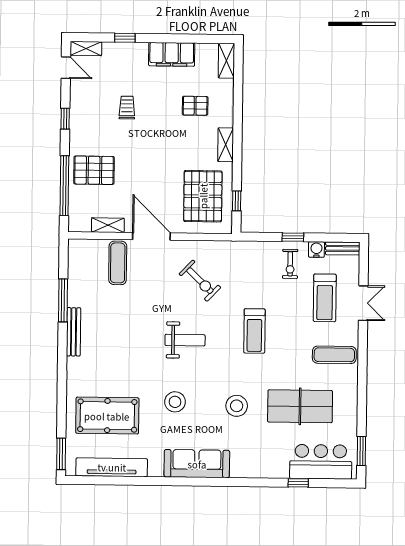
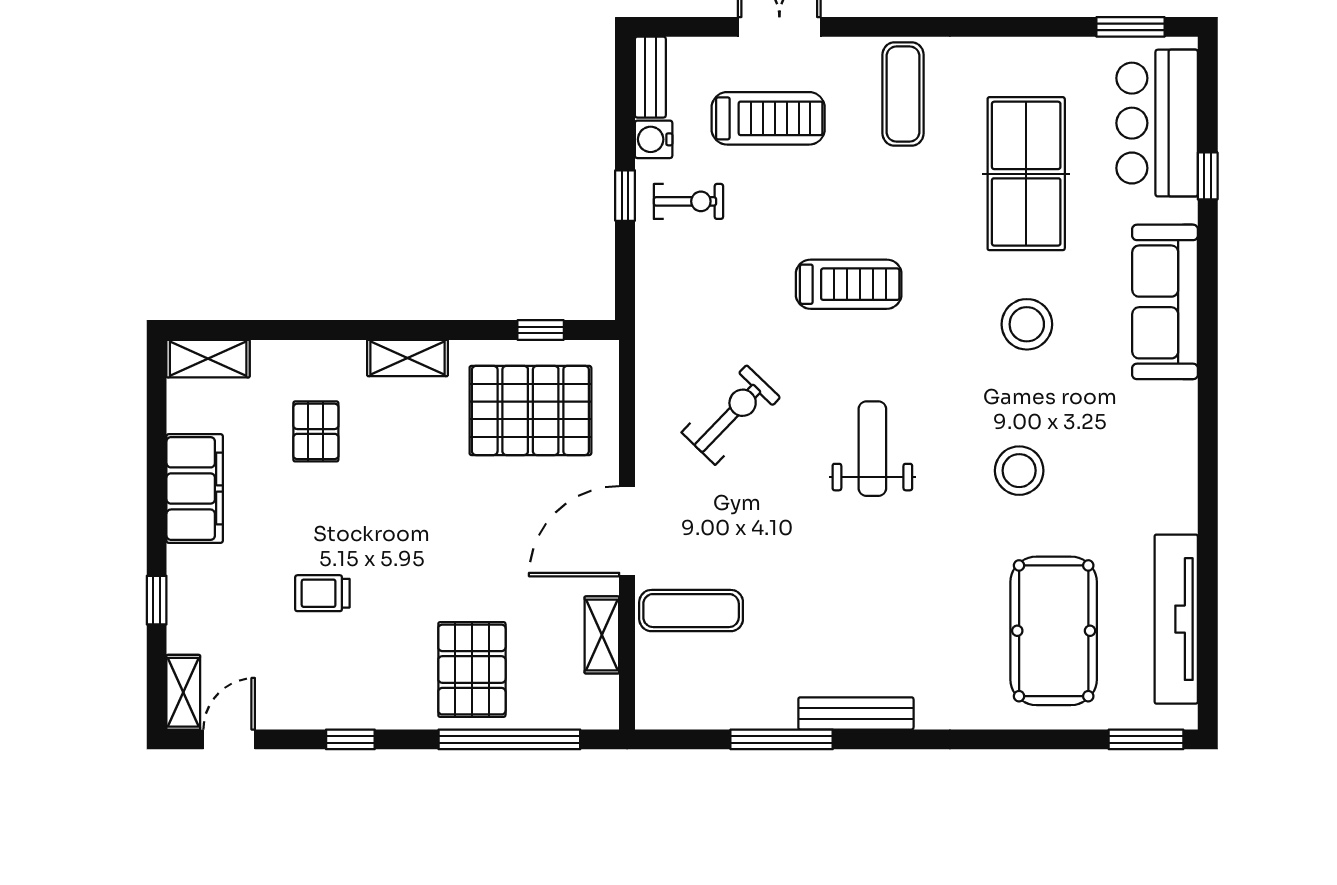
sofa: (197, 464) -> (1165, 302), moved

